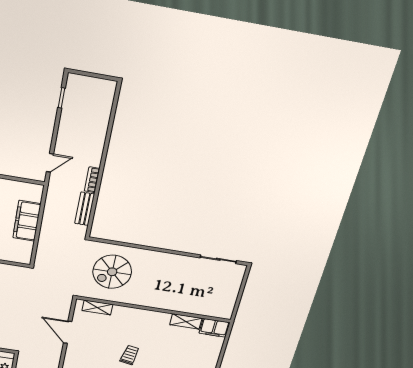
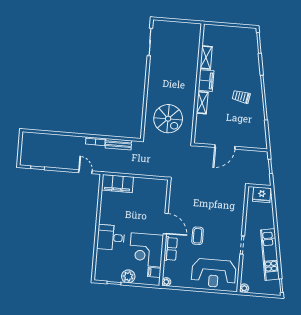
filing cabinet: (27, 221) -> (117, 184), moved
shelving: (97, 307) -> (202, 103), moved
filing cabinet: (214, 328) -> (206, 81), moved

